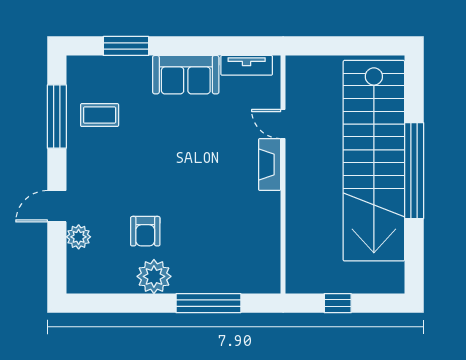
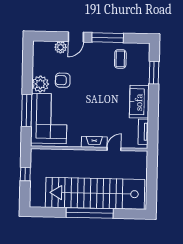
window: (57, 117) -> (108, 38), moved
door: (57, 206) -> (76, 37), swing flipped
corner sofa: (224, 257) -> (49, 118), added

